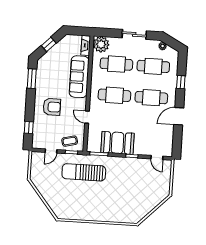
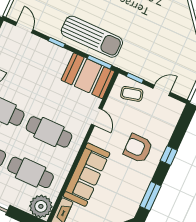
window: (29, 128) -> (169, 156), moved
booth: (118, 143) -> (88, 76), moved
sun lounger: (84, 172) -> (92, 37), moved

